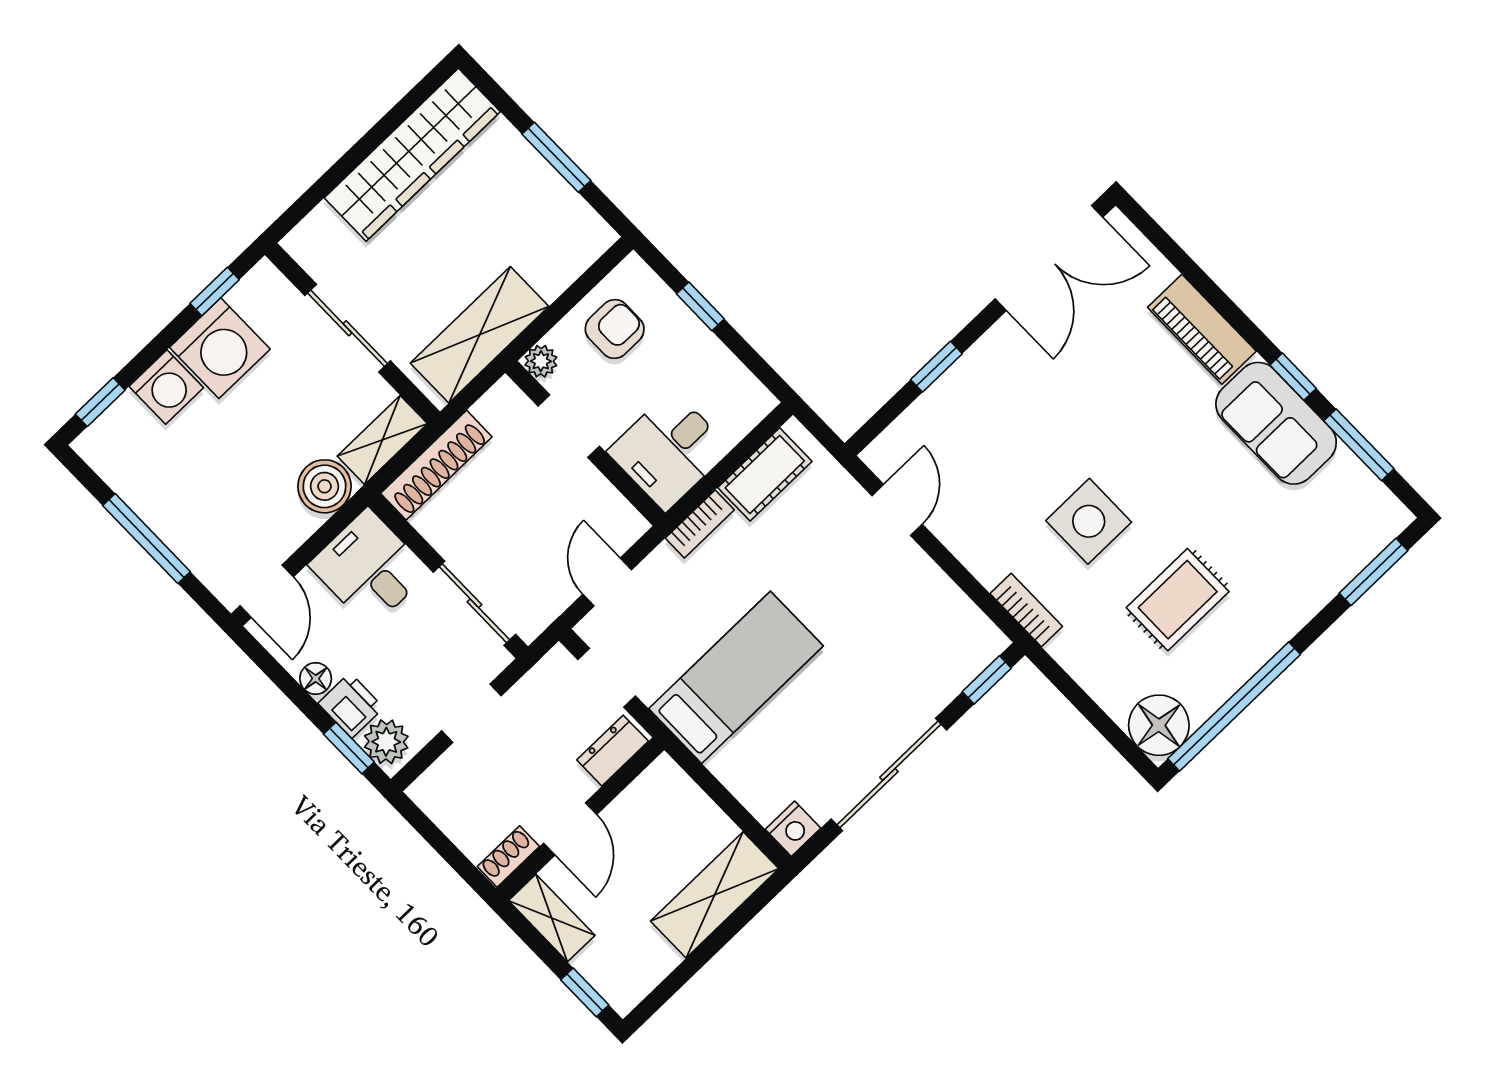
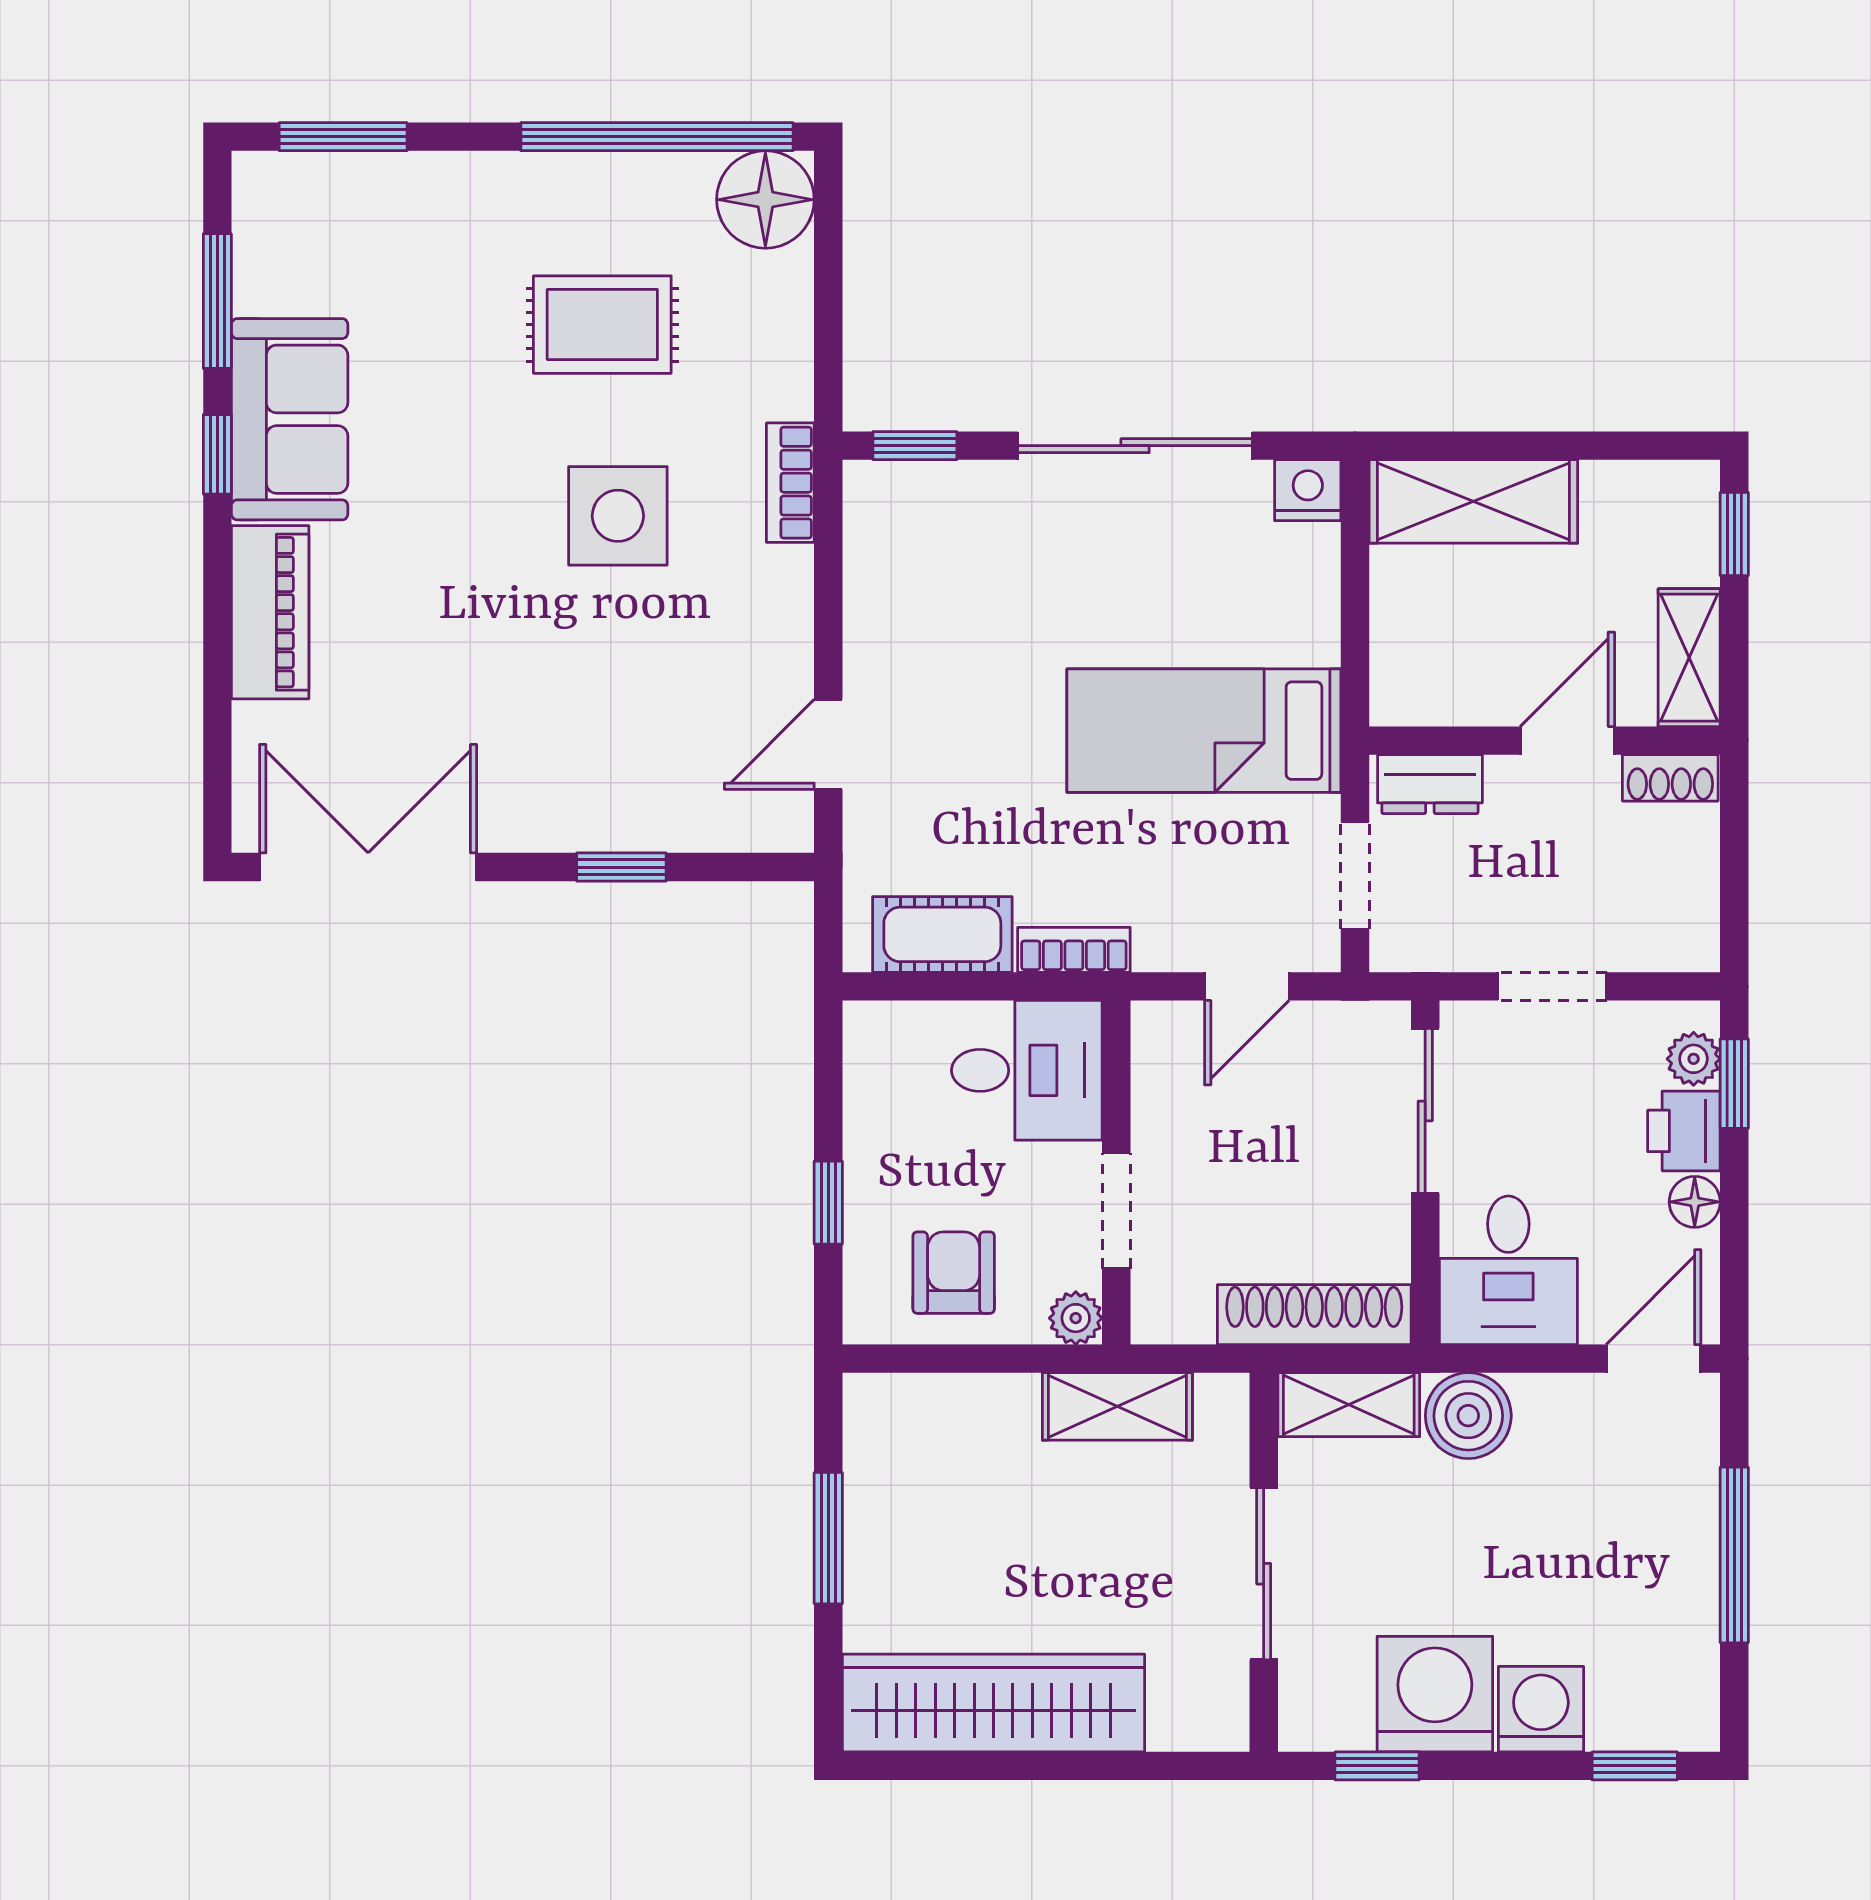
armchair: (615, 329) -> (954, 1273), turned 90
shelving: (480, 335) -> (1117, 1406), width x0.67, depth x0.75
plant: (386, 742) -> (1694, 1059), width x0.73, depth x0.73

